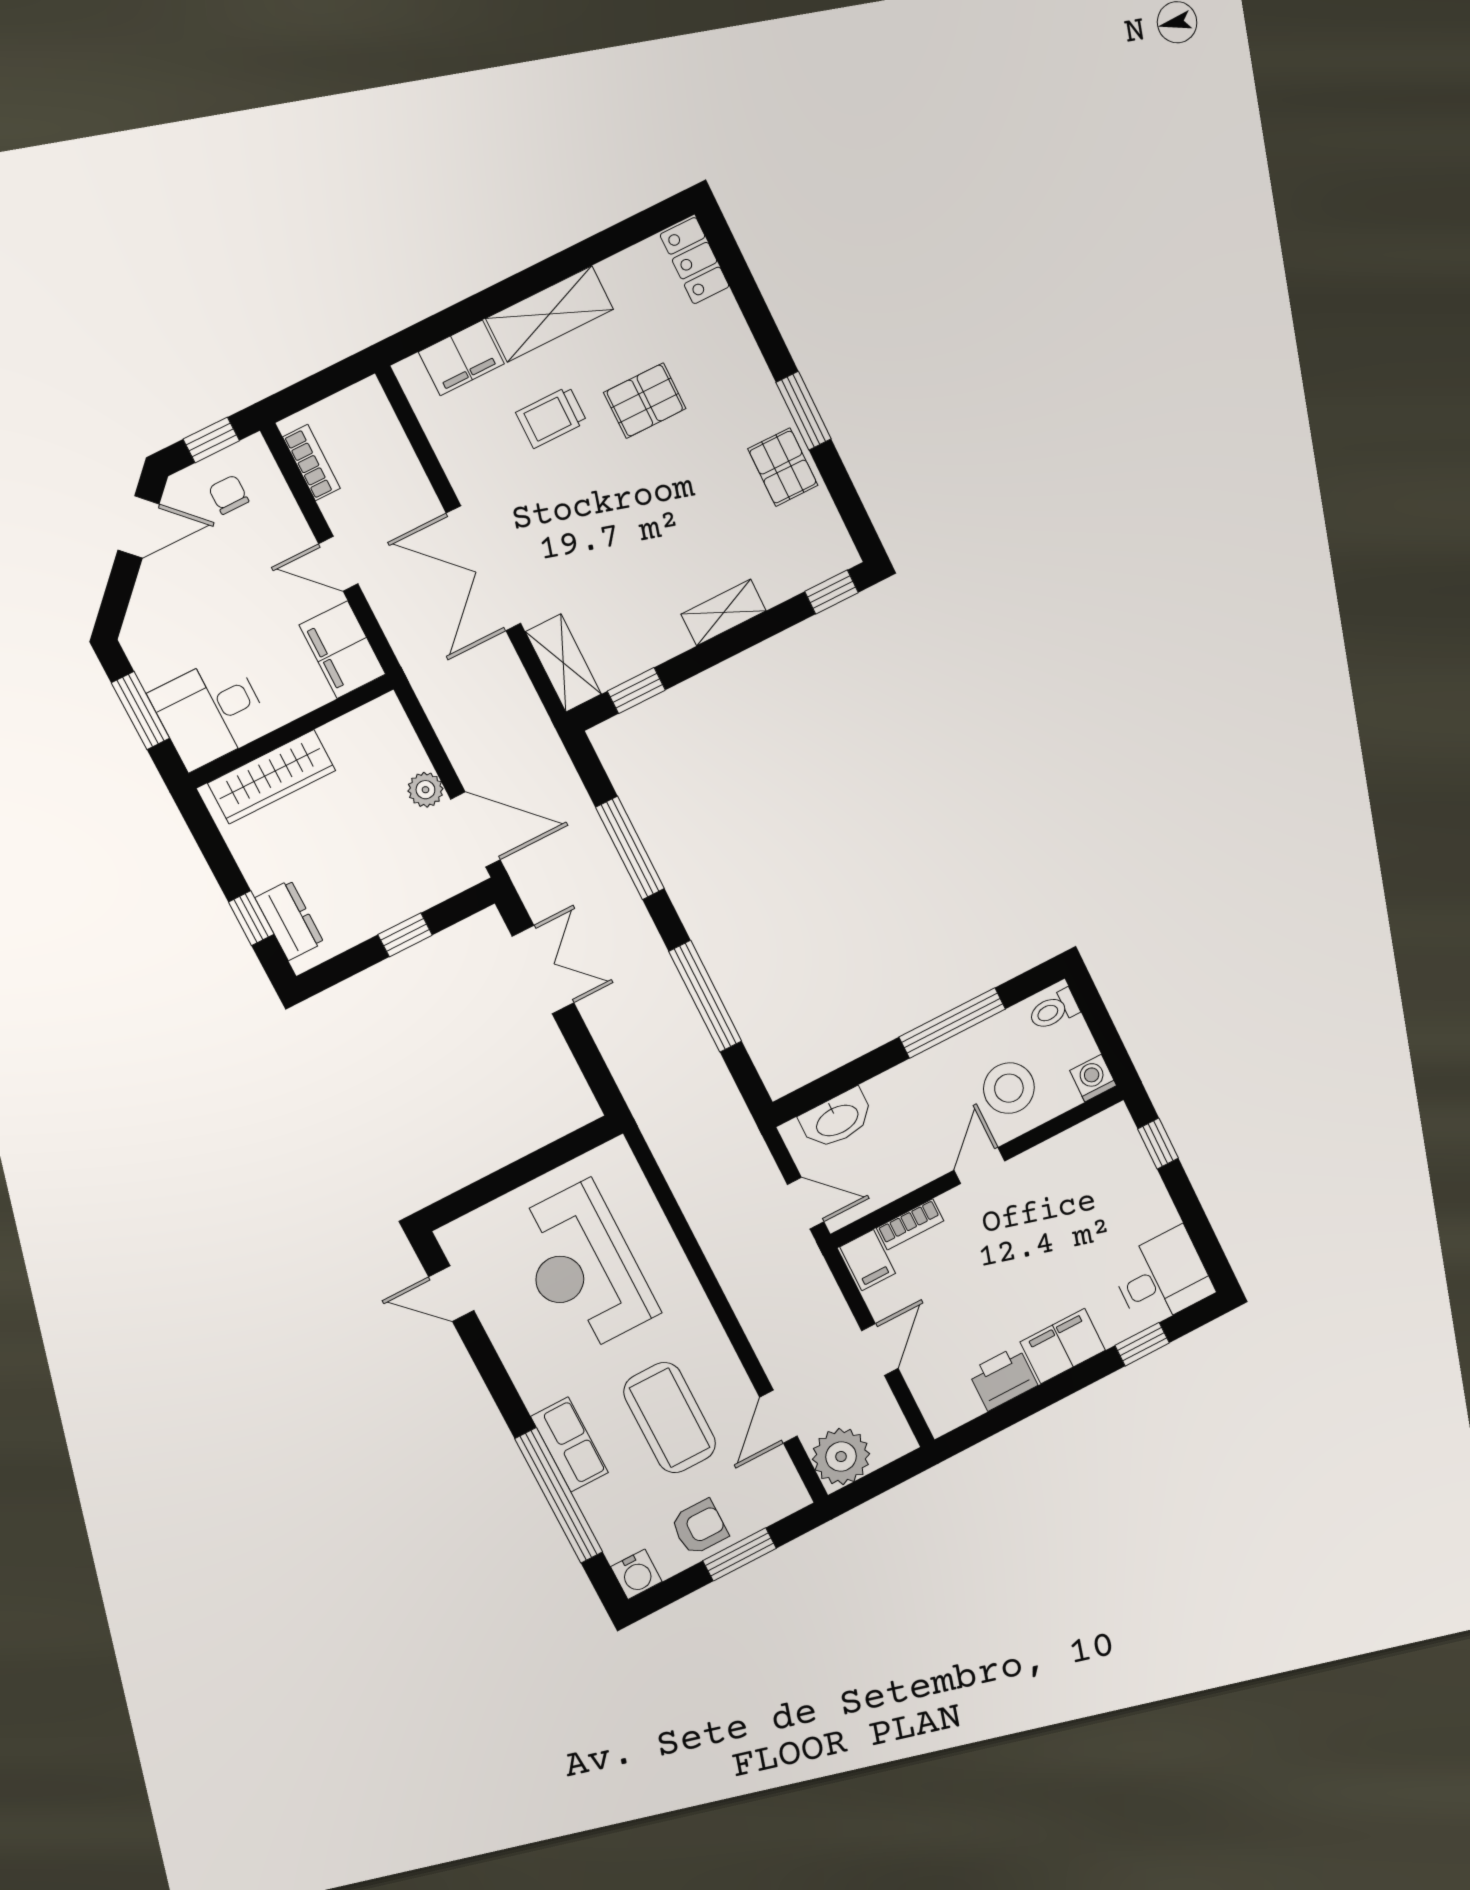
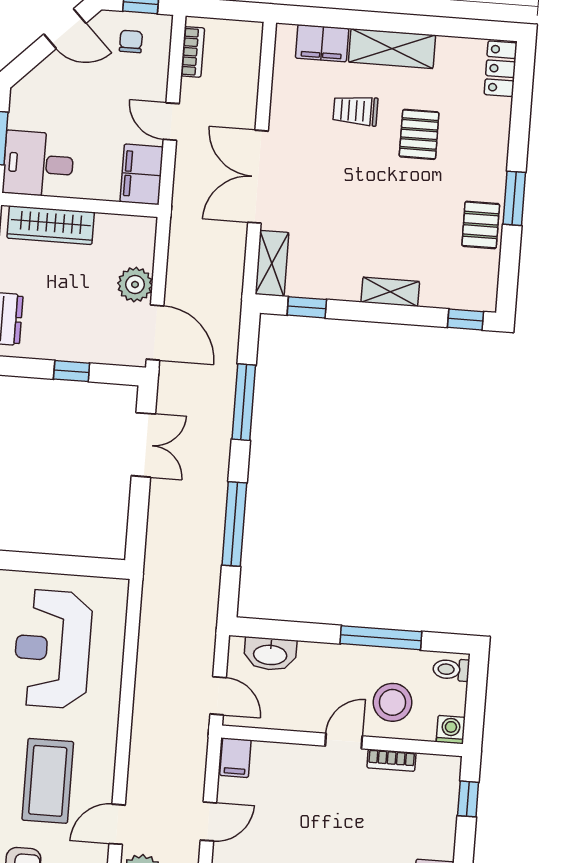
pallet: (645, 401) -> (419, 134), turned 90
plant: (425, 790) -> (135, 284), width x1.38, depth x1.38
bookcase: (910, 1224) -> (391, 760), moved

